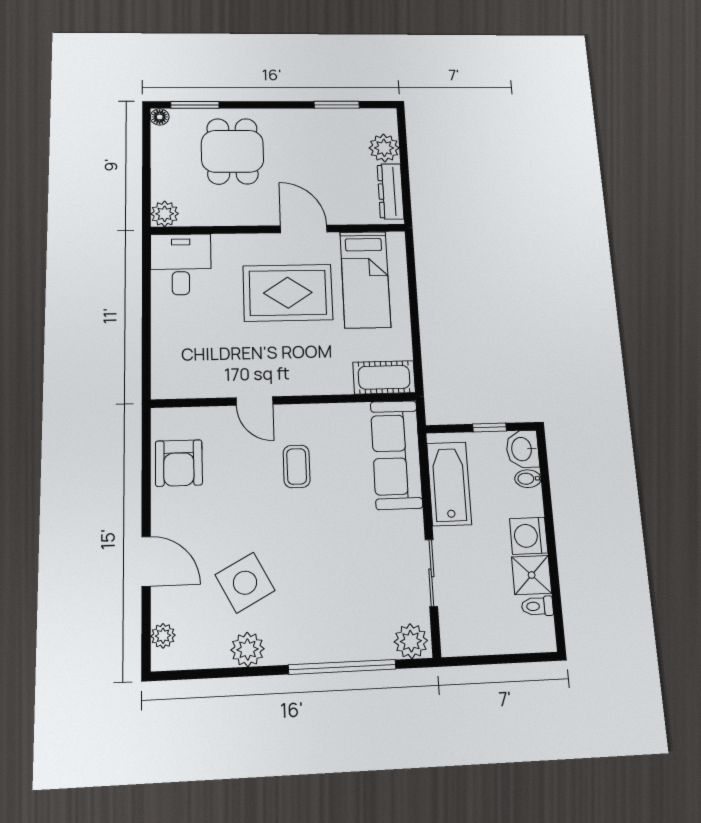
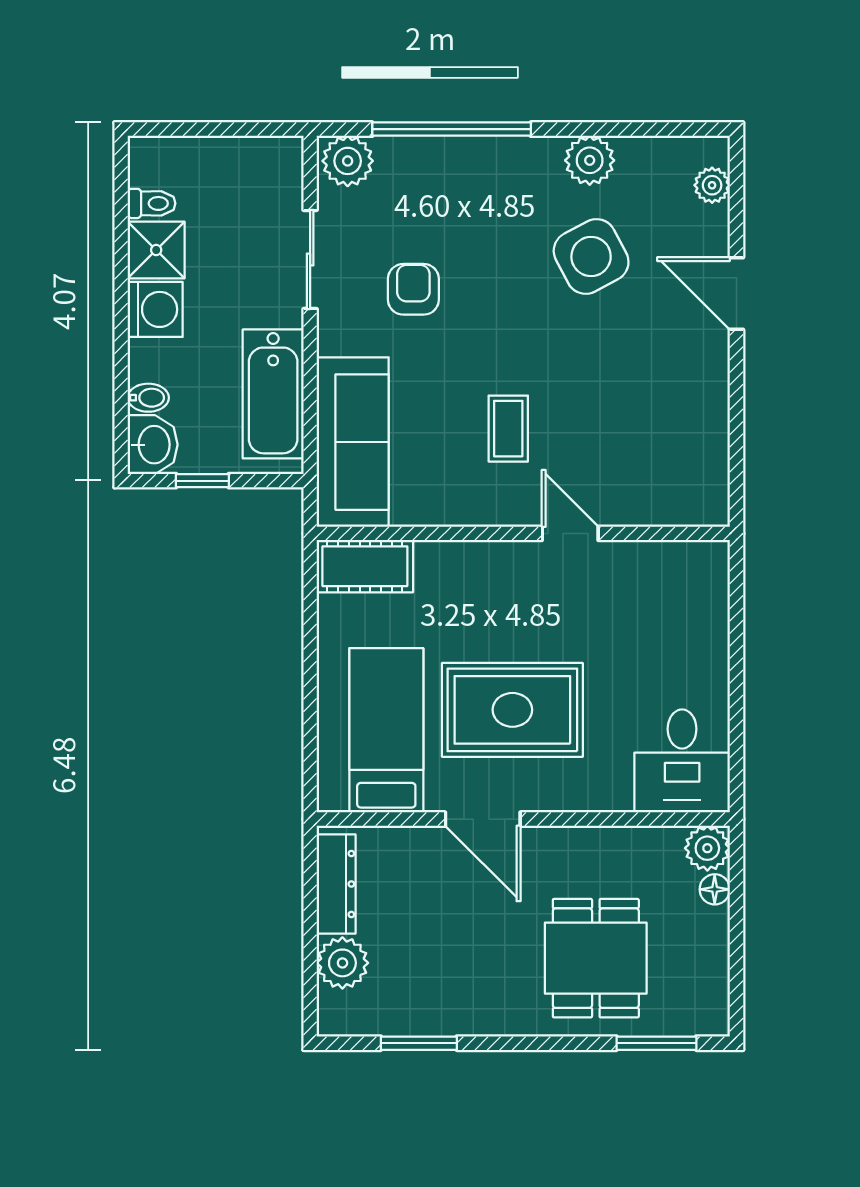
floor lamp: (160, 117) -> (715, 889), moved
armchair: (179, 463) -> (413, 289), moved, width x0.72, depth x0.72

